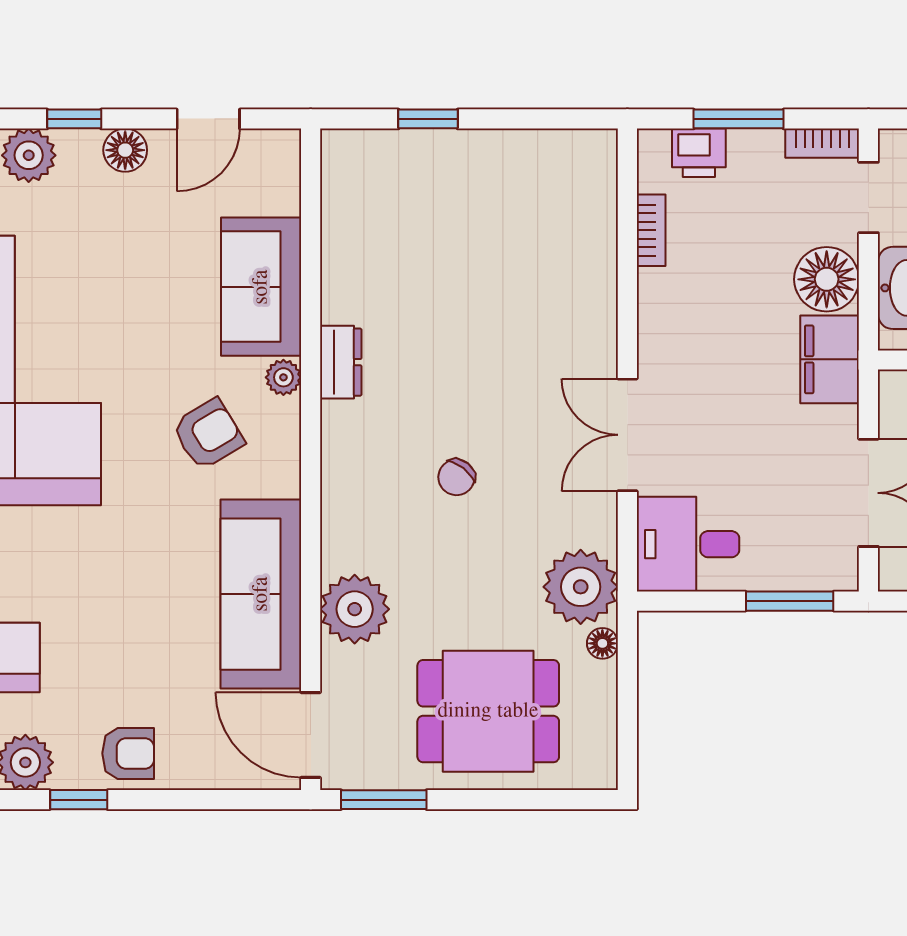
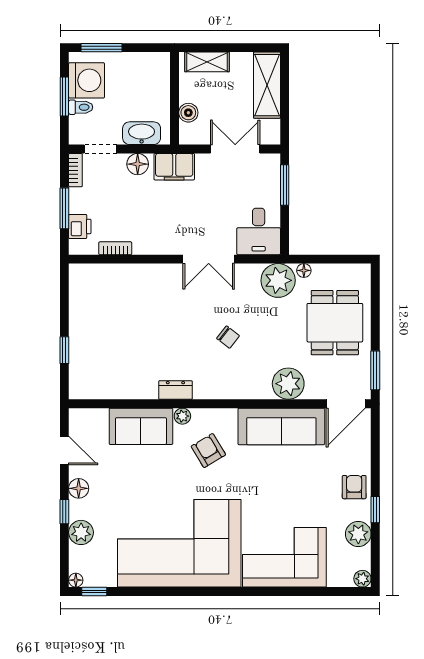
floor lamp: (827, 279) -> (138, 164), width x0.73, depth x0.73

